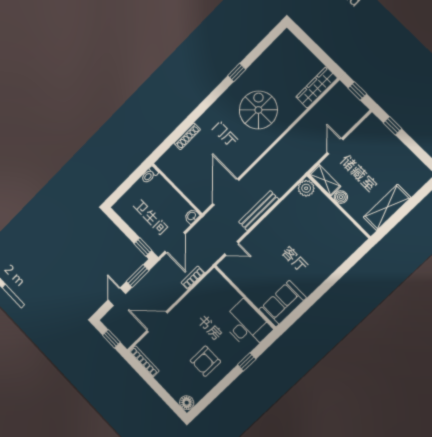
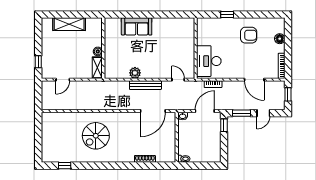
window: (237, 73) -> (65, 166), moved
wardrobe: (317, 87) -> (56, 118), removed
window: (357, 91) -> (38, 96), removed
door: (335, 146) -> (63, 80), moved
plant: (306, 188) -> (135, 73), moved
shelving: (387, 207) -> (69, 24), moved
sofa: (283, 304) -> (137, 26), moved
desk: (247, 325) -> (209, 61), moved
floor lamp: (187, 403) -> (280, 39), moved

